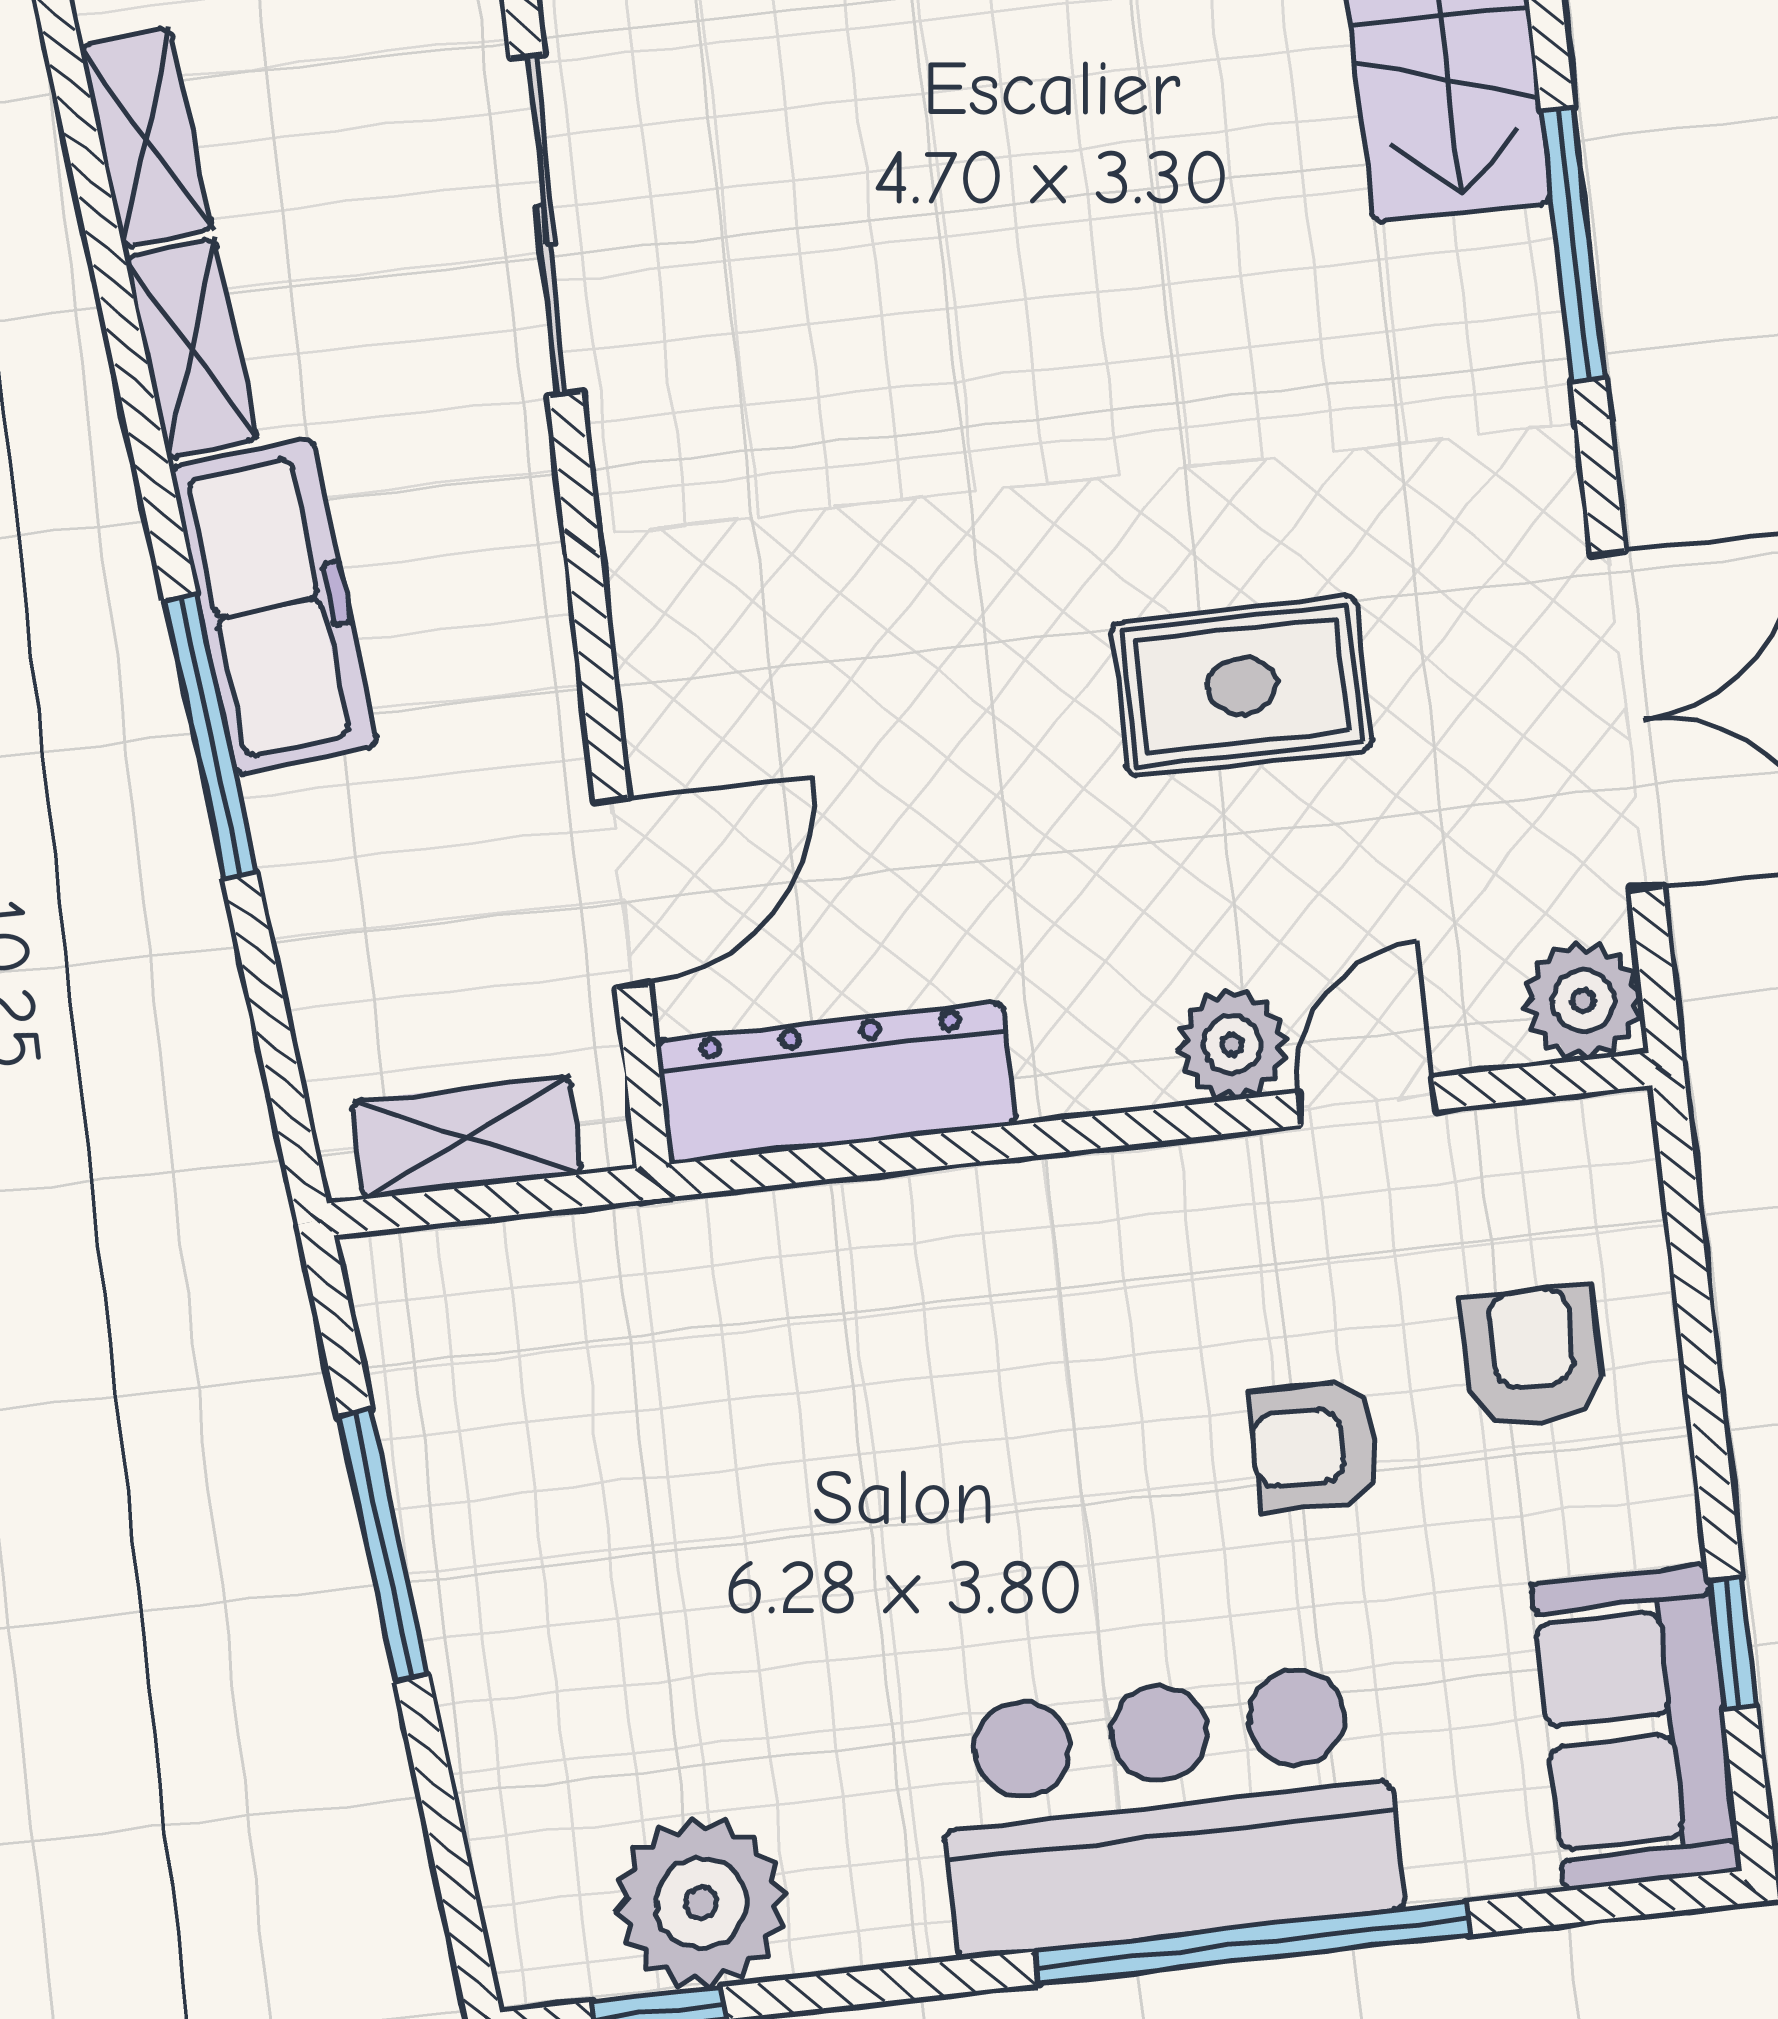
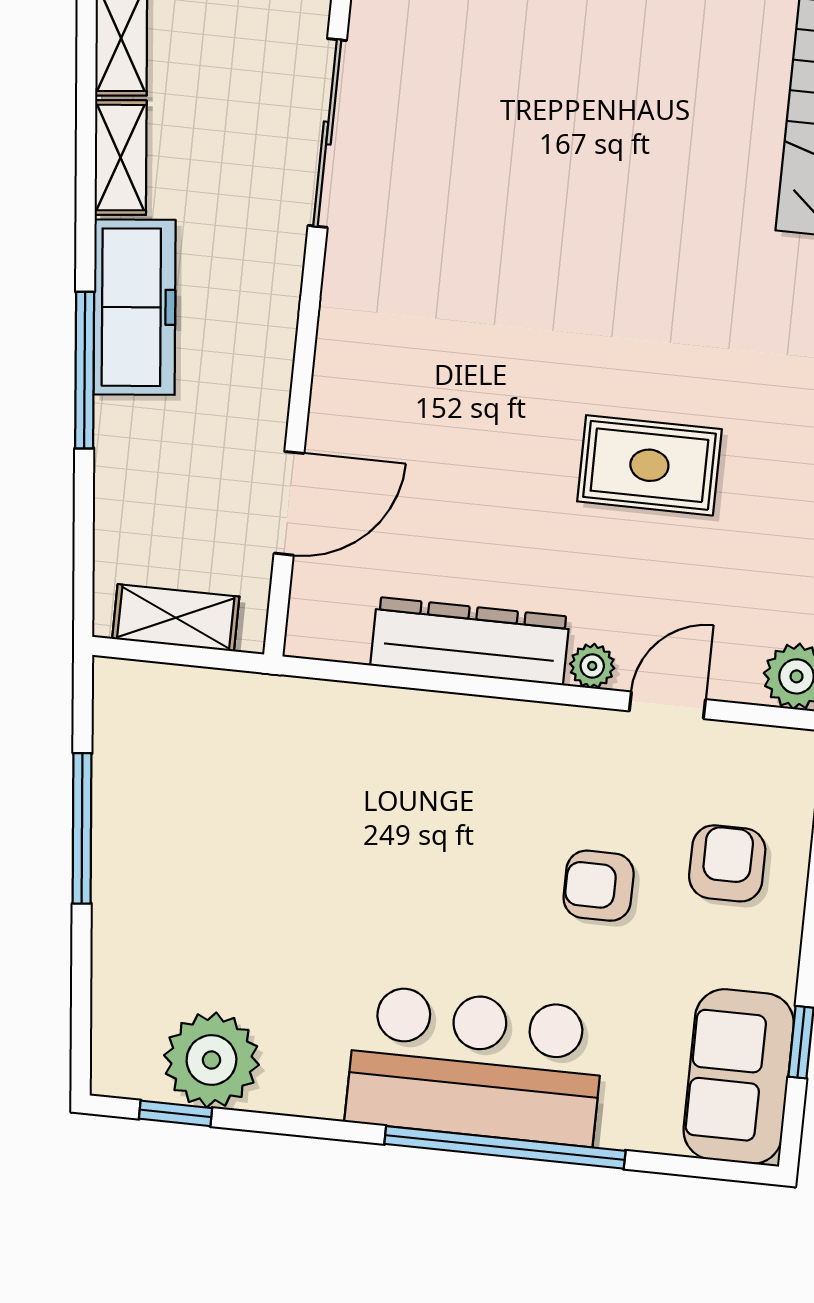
plant: (1232, 1045) -> (592, 666), width x0.73, depth x0.73
dresser: (836, 1083) -> (470, 641), moved

